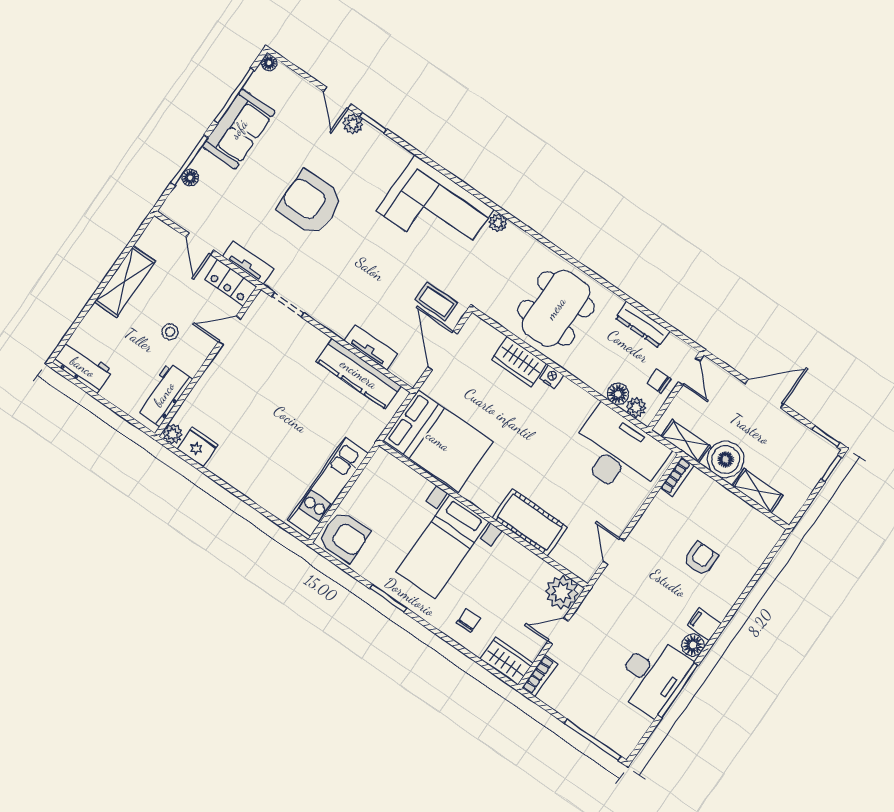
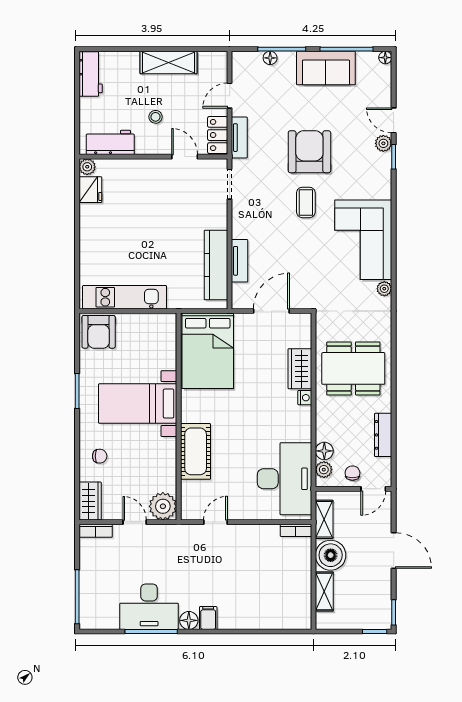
door: (337, 98) -> (394, 120), hinge flipped
coffee table: (436, 302) -> (306, 202), moved
armchair: (701, 559) -> (251, 585), removed

